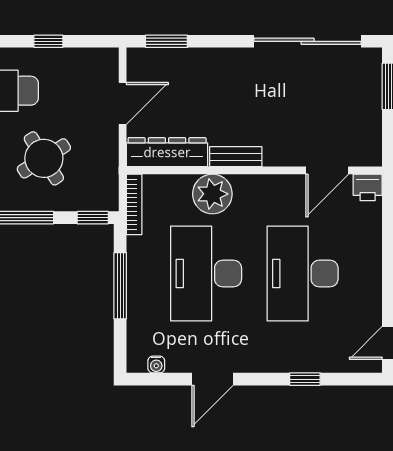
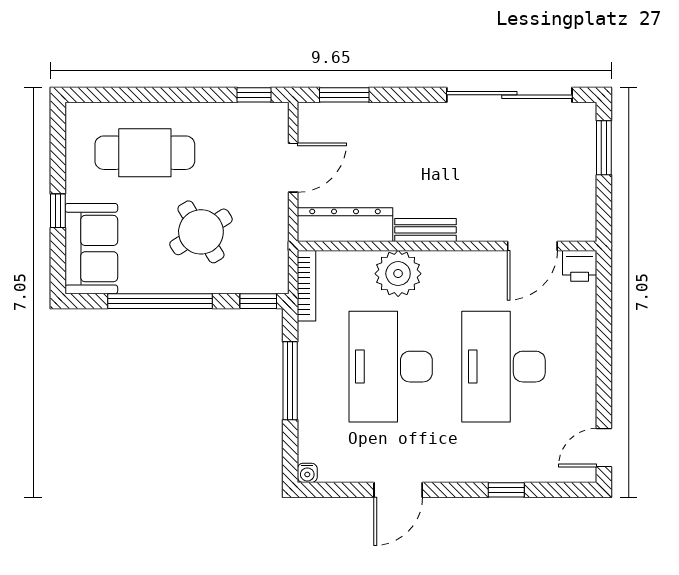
window: (48, 41) -> (254, 95), moved
water cooler: (156, 364) -> (307, 473), moved

